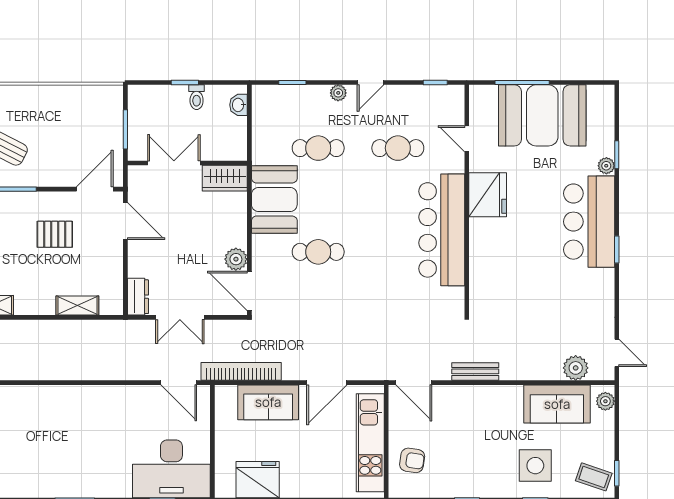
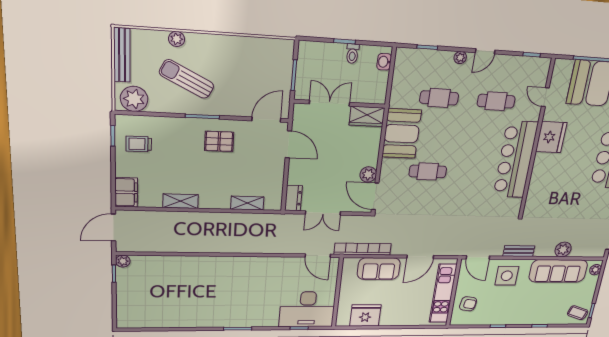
pallet: (55, 234) -> (219, 141), moved
plant: (576, 368) -> (563, 249), moved
sofa: (557, 404) -> (558, 271), width x1.36
side table: (535, 466) -> (507, 276), moved

